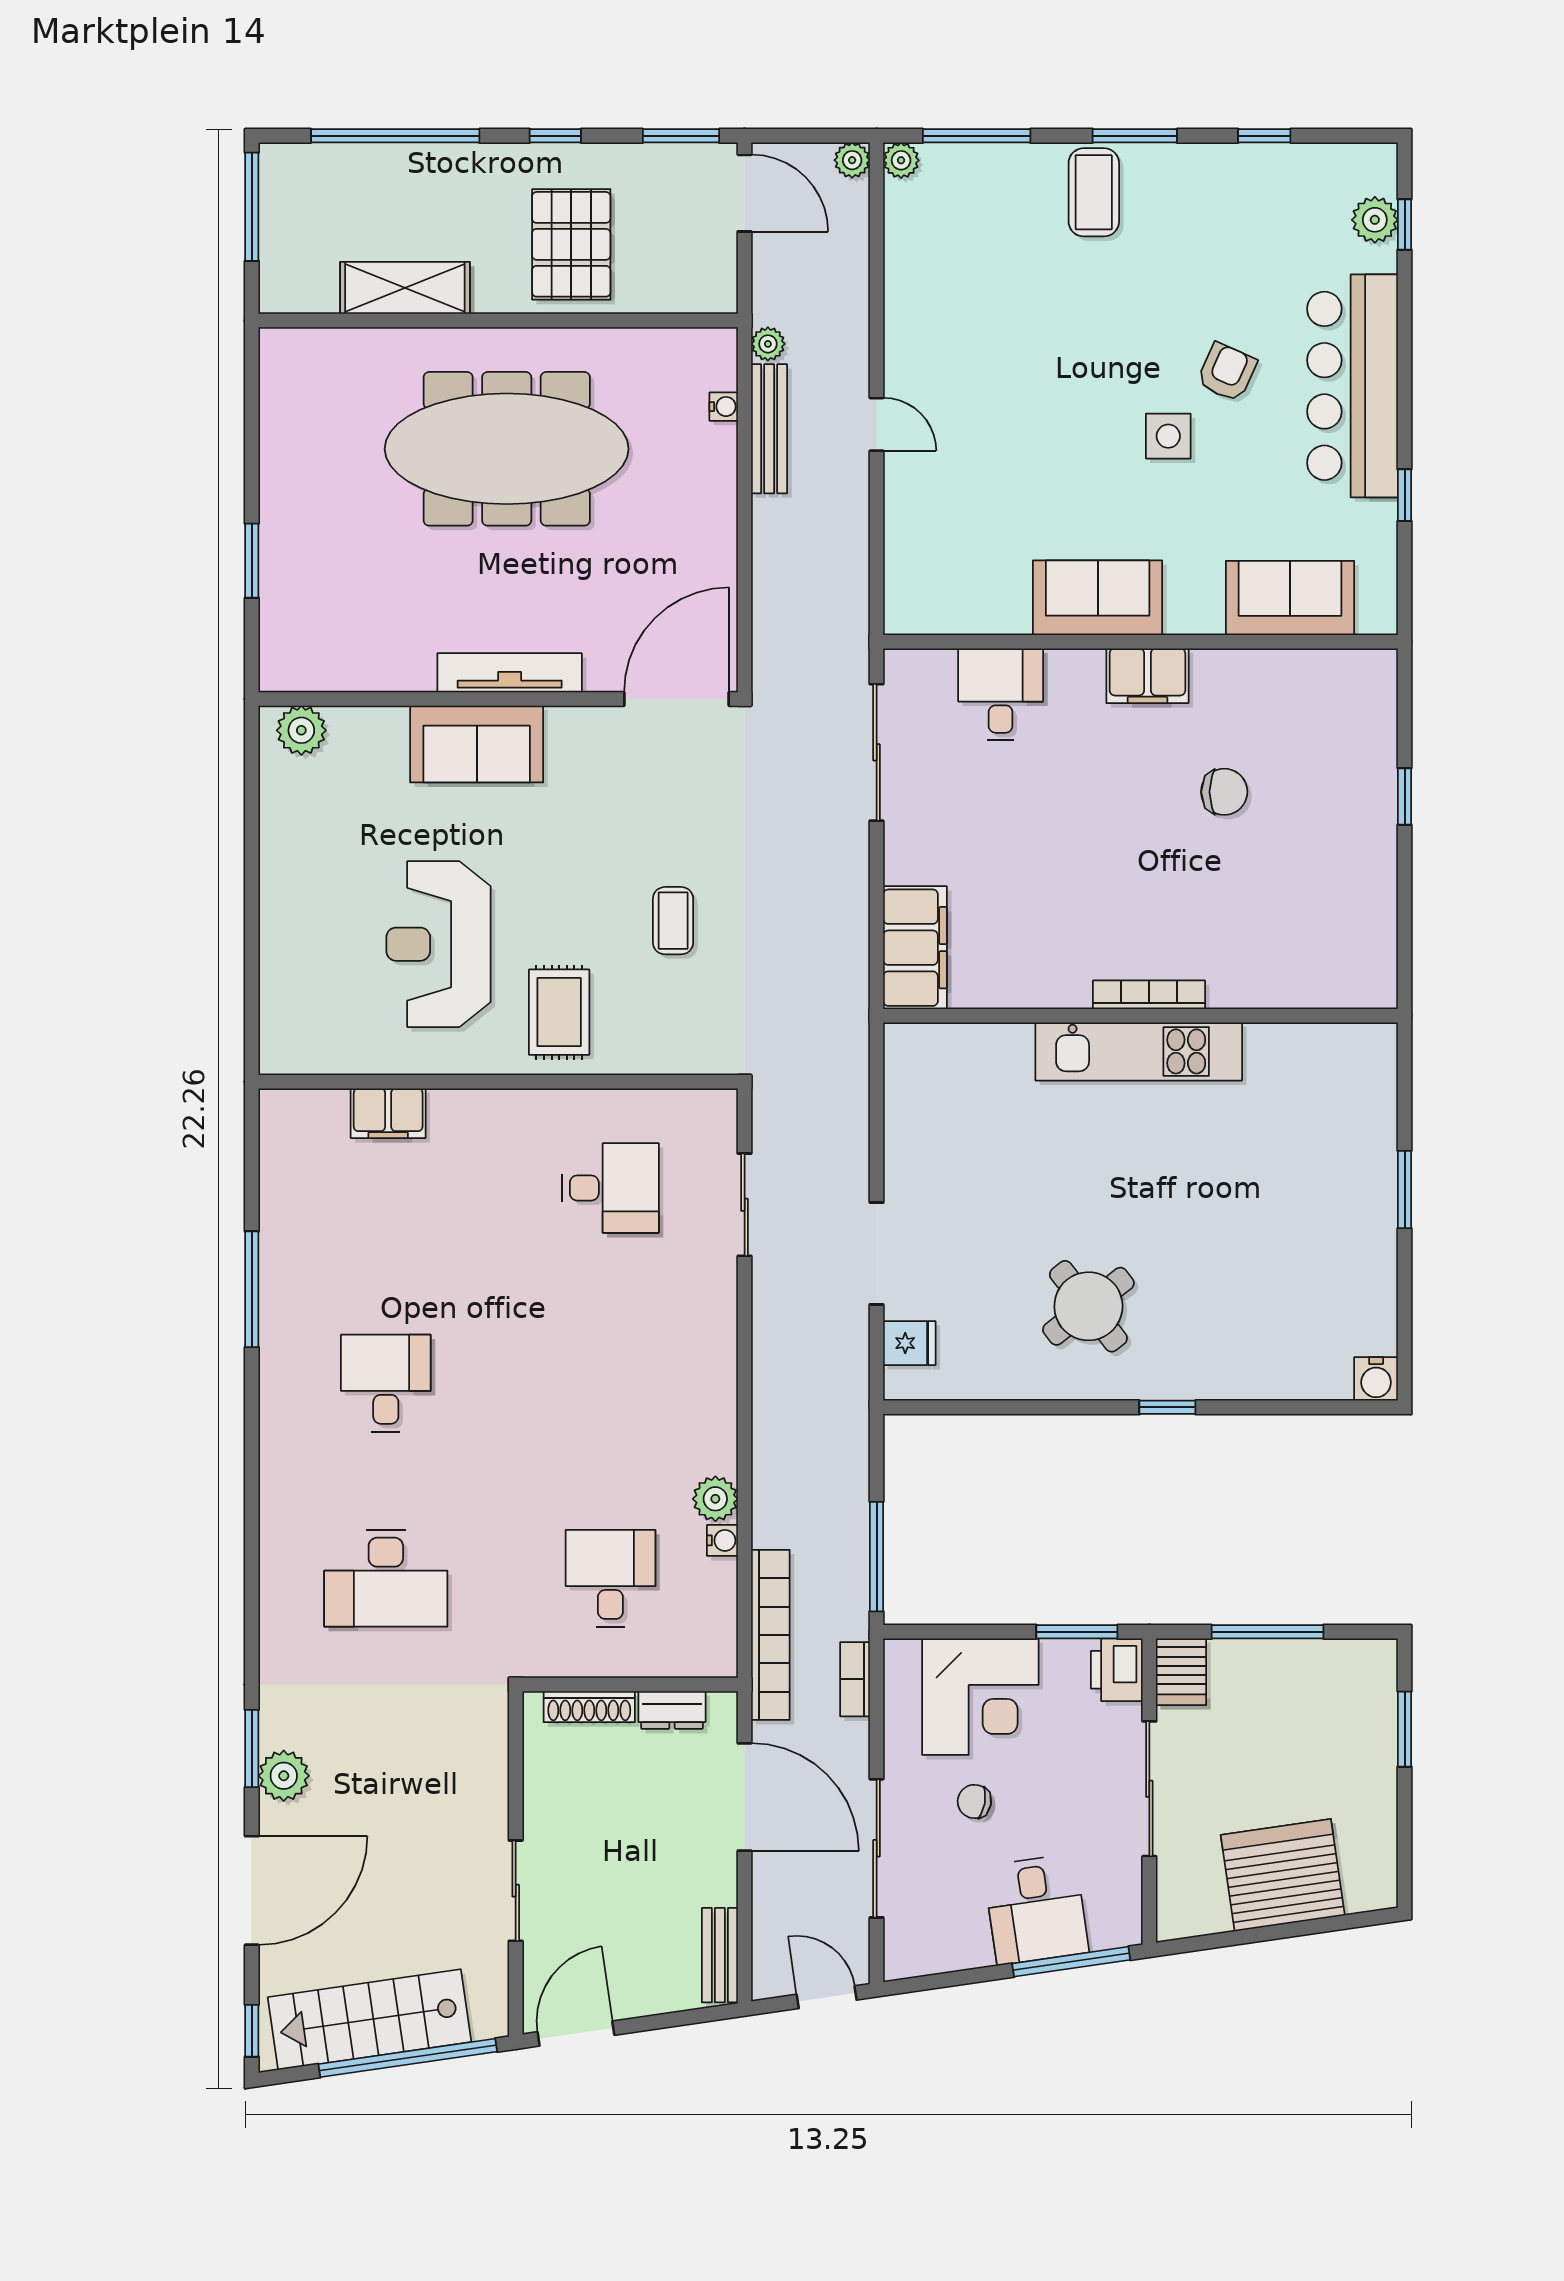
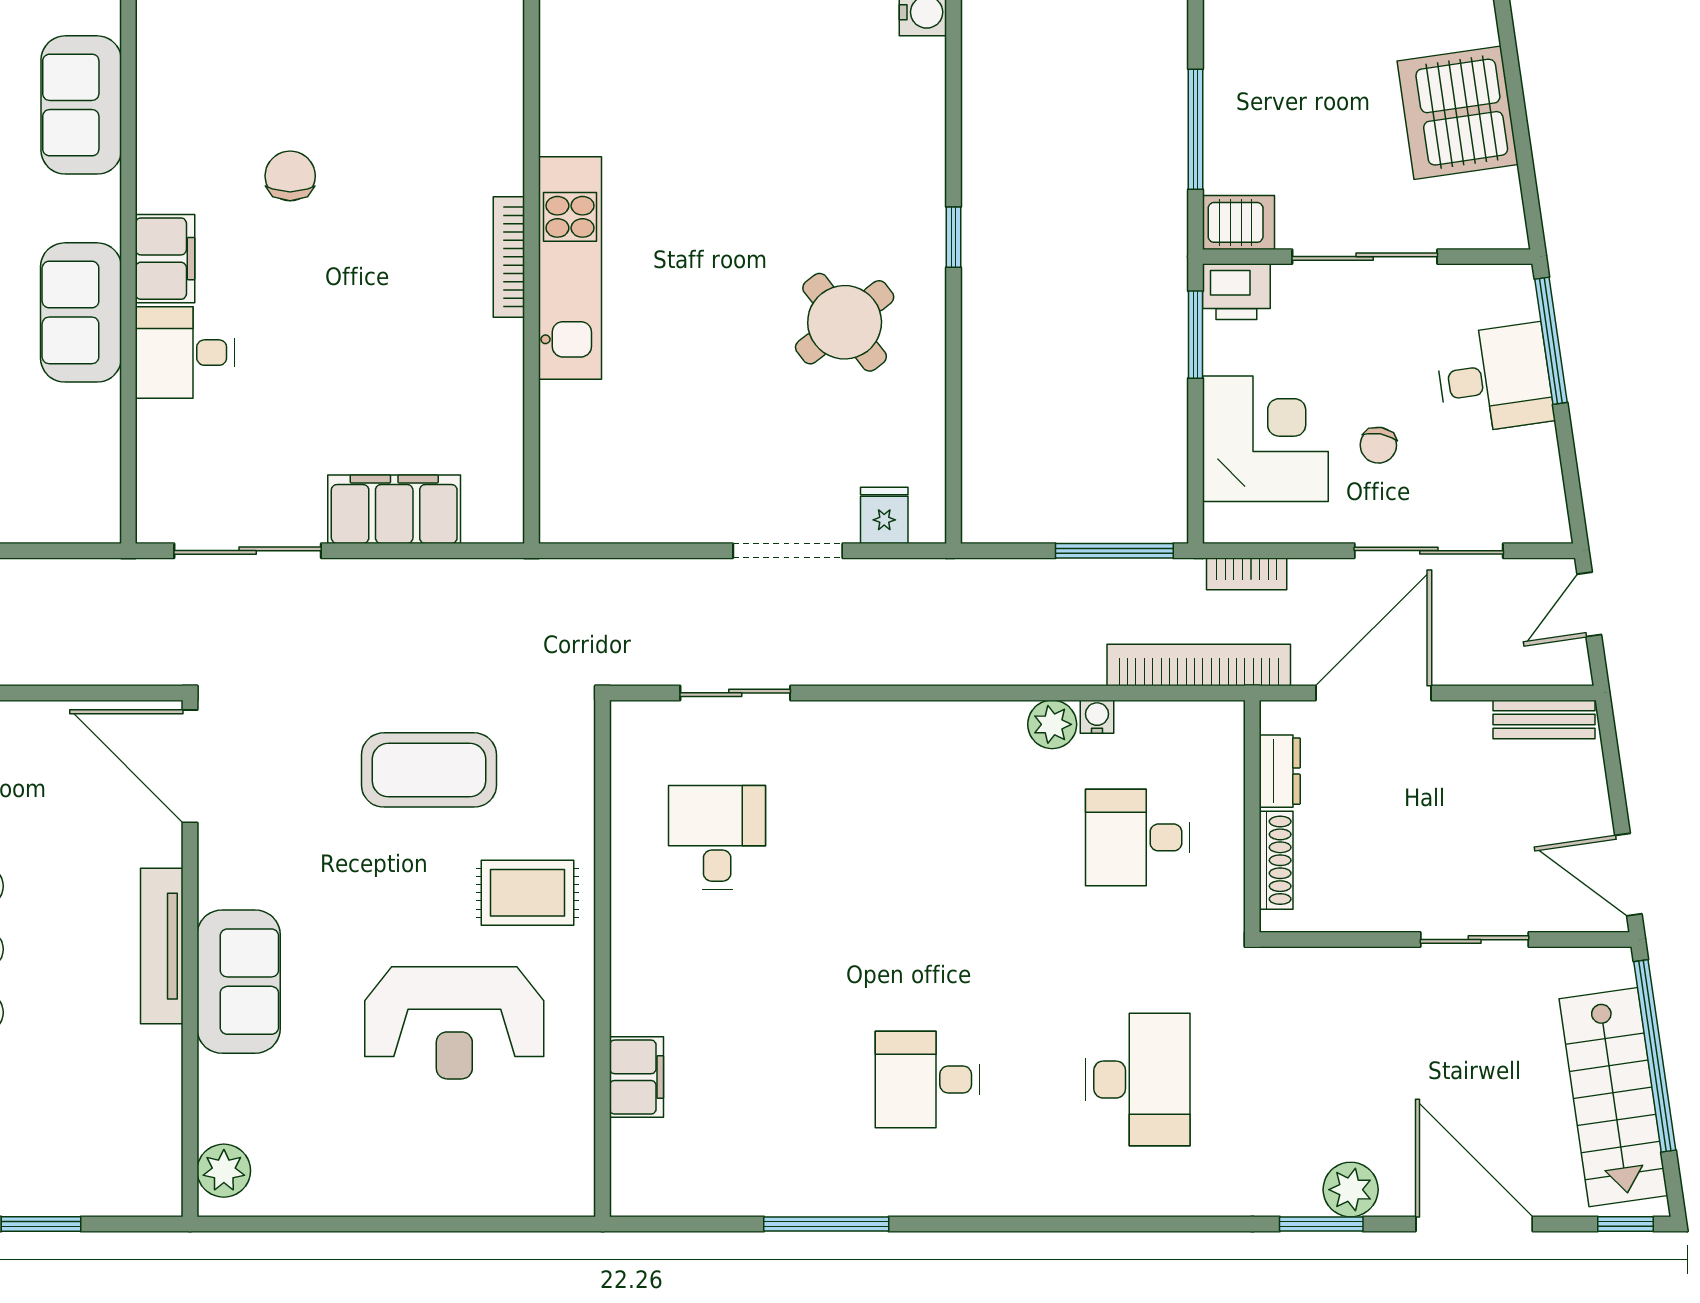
desk: (1001, 694) -> (185, 353), moved
coffee table: (673, 921) -> (429, 770), width x1.86, depth x1.72
filing cabinet: (915, 948) -> (394, 509), moved

